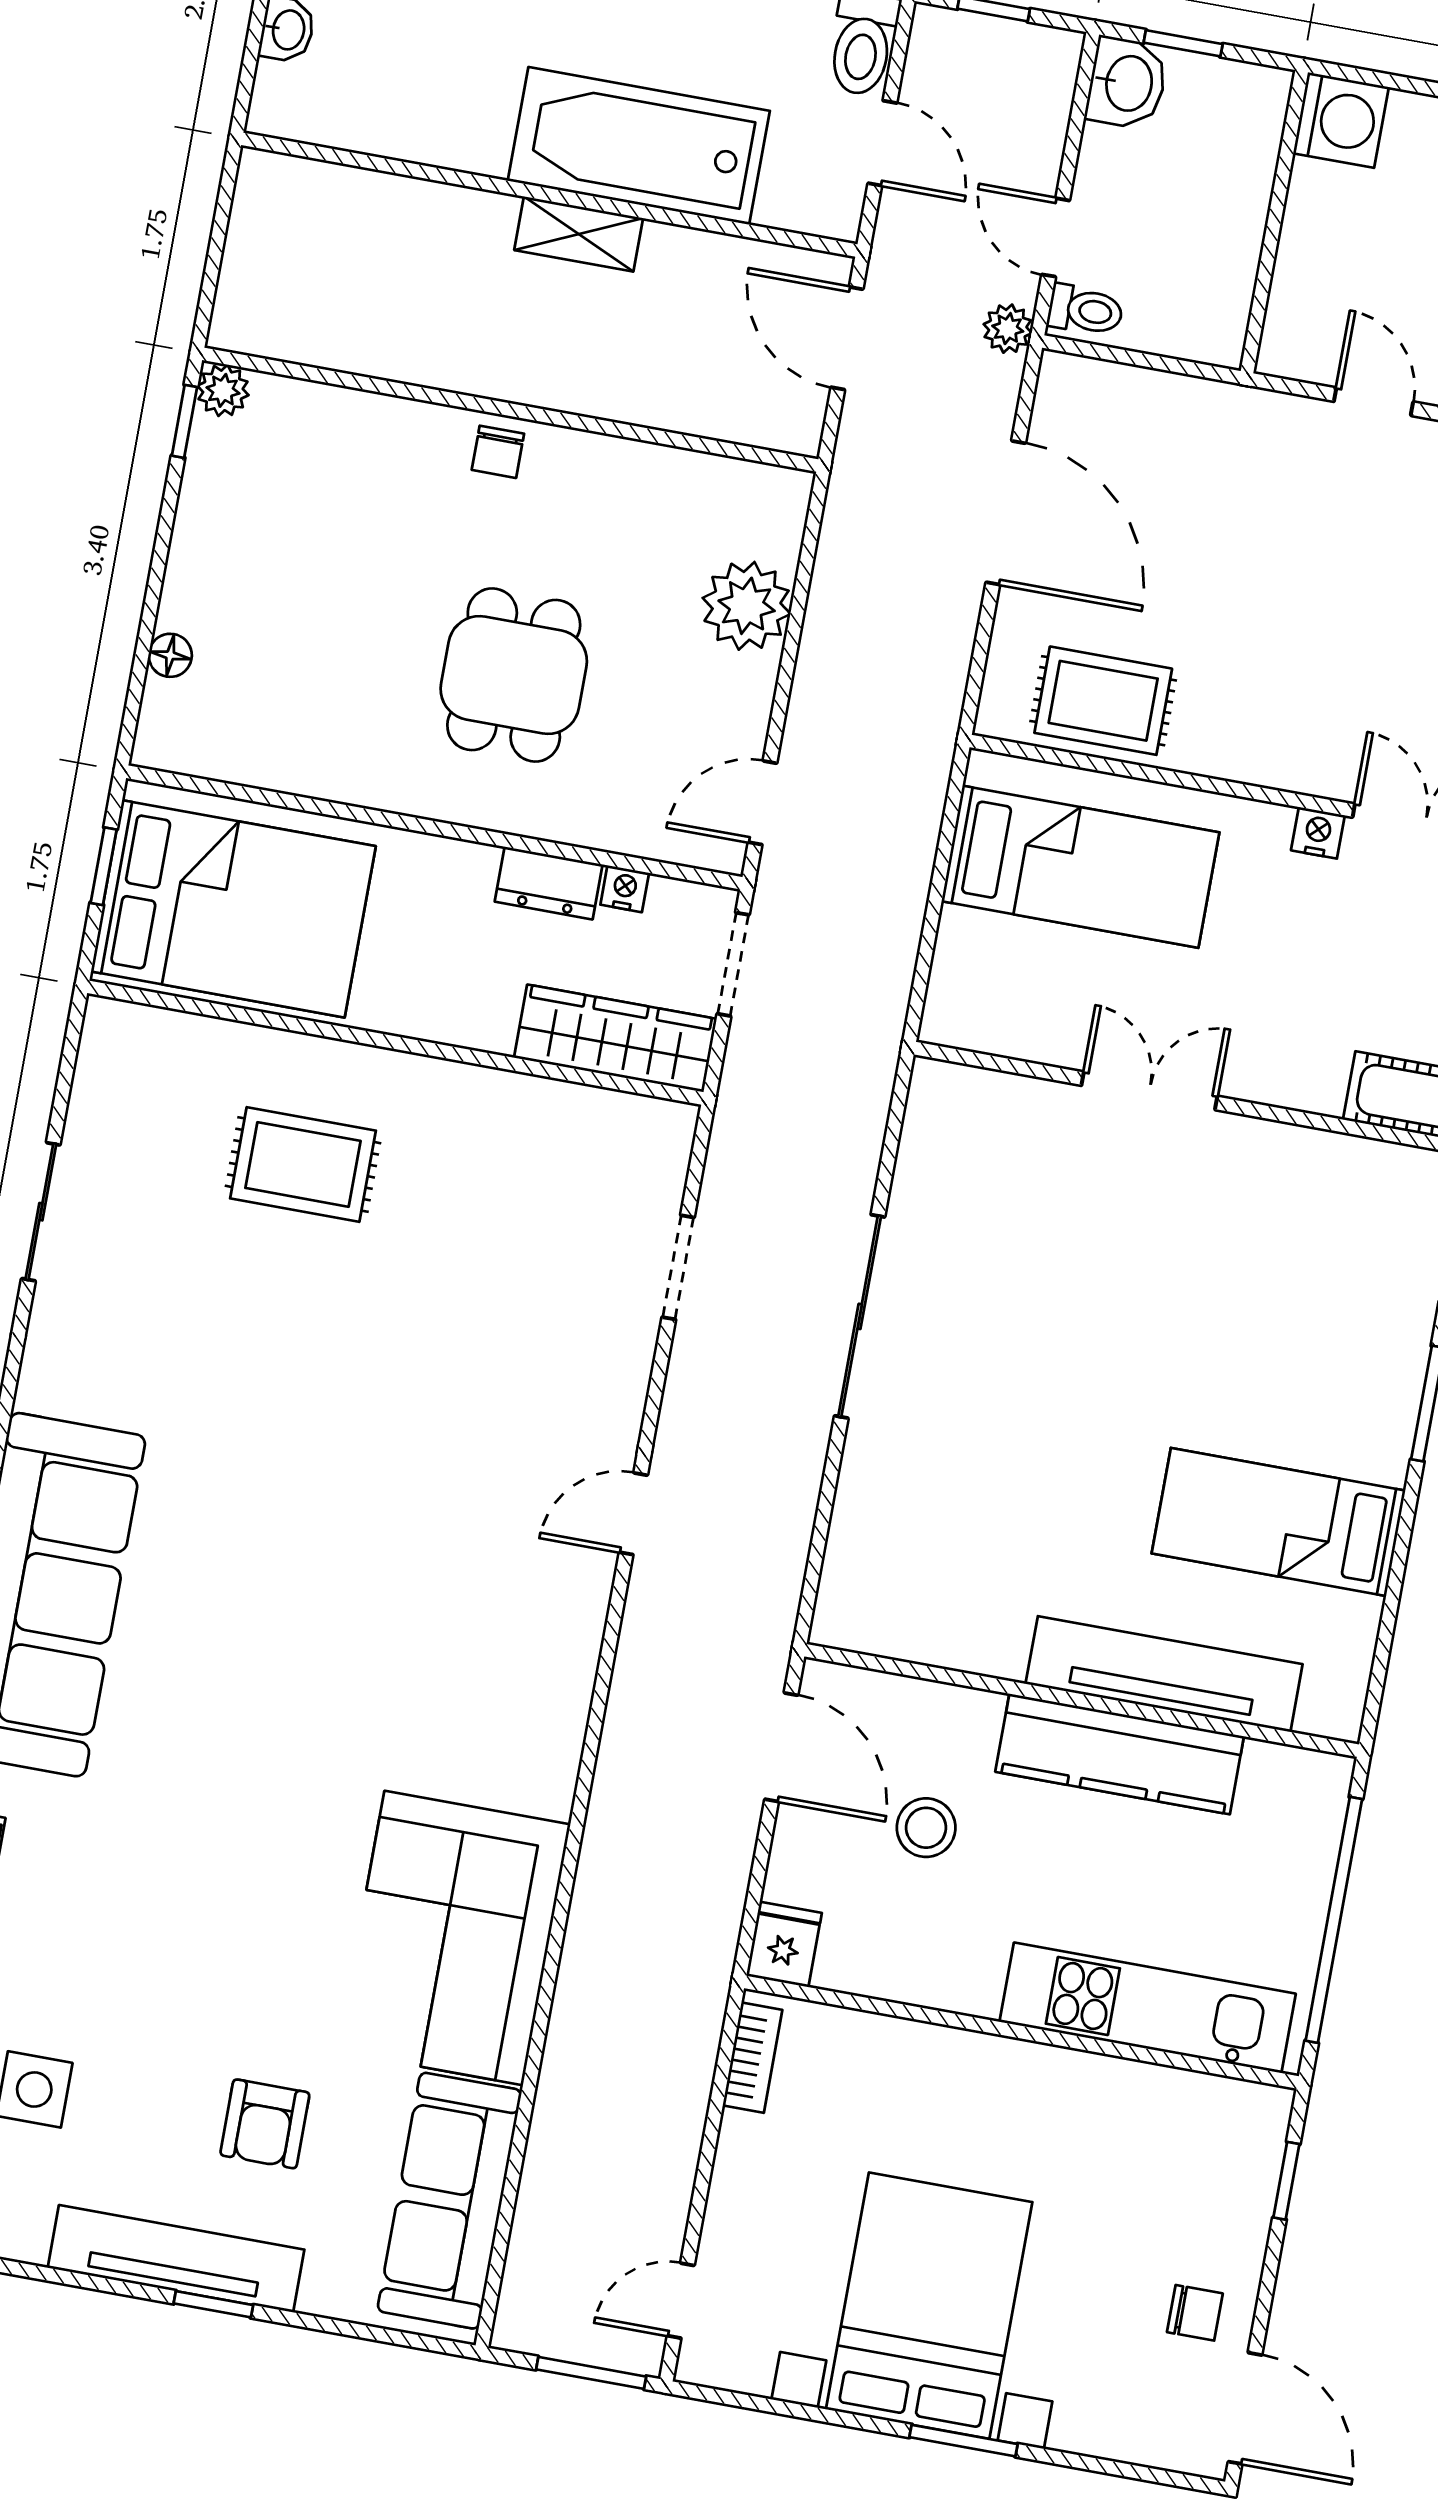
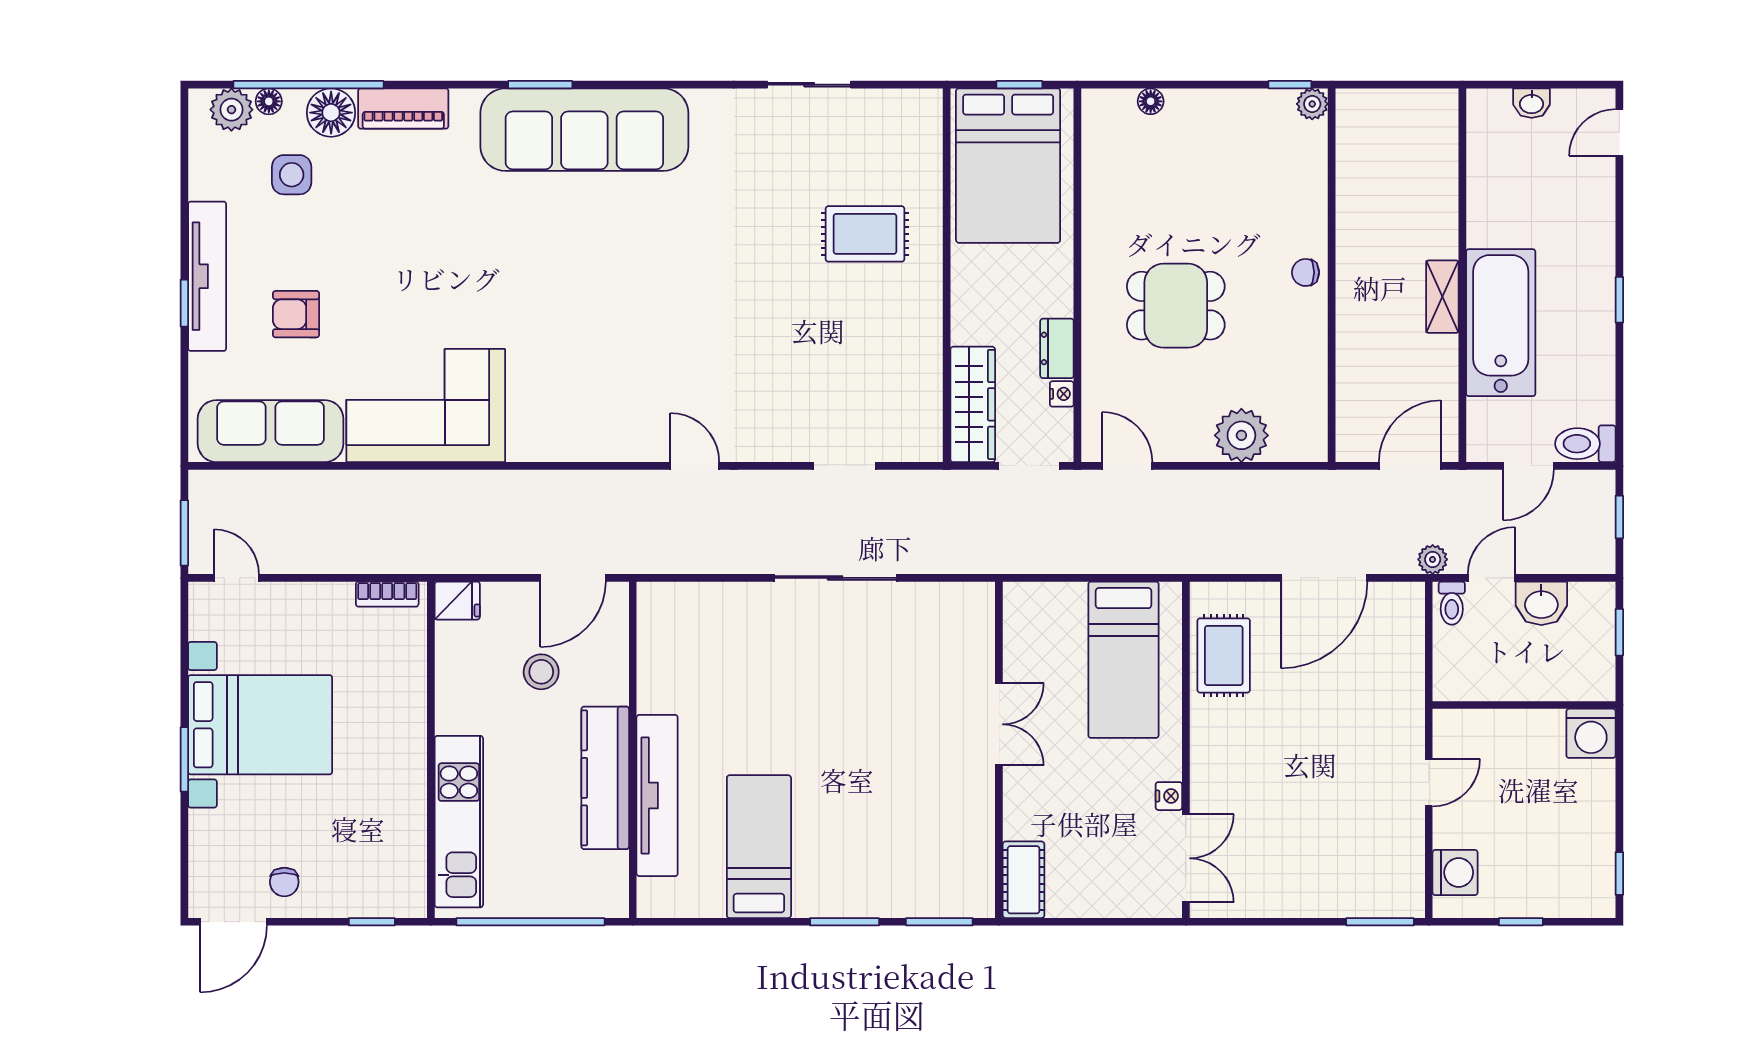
washbasin: (1127, 83) -> (1541, 603), moved
rug: (303, 1164) -> (865, 234), turned 90

